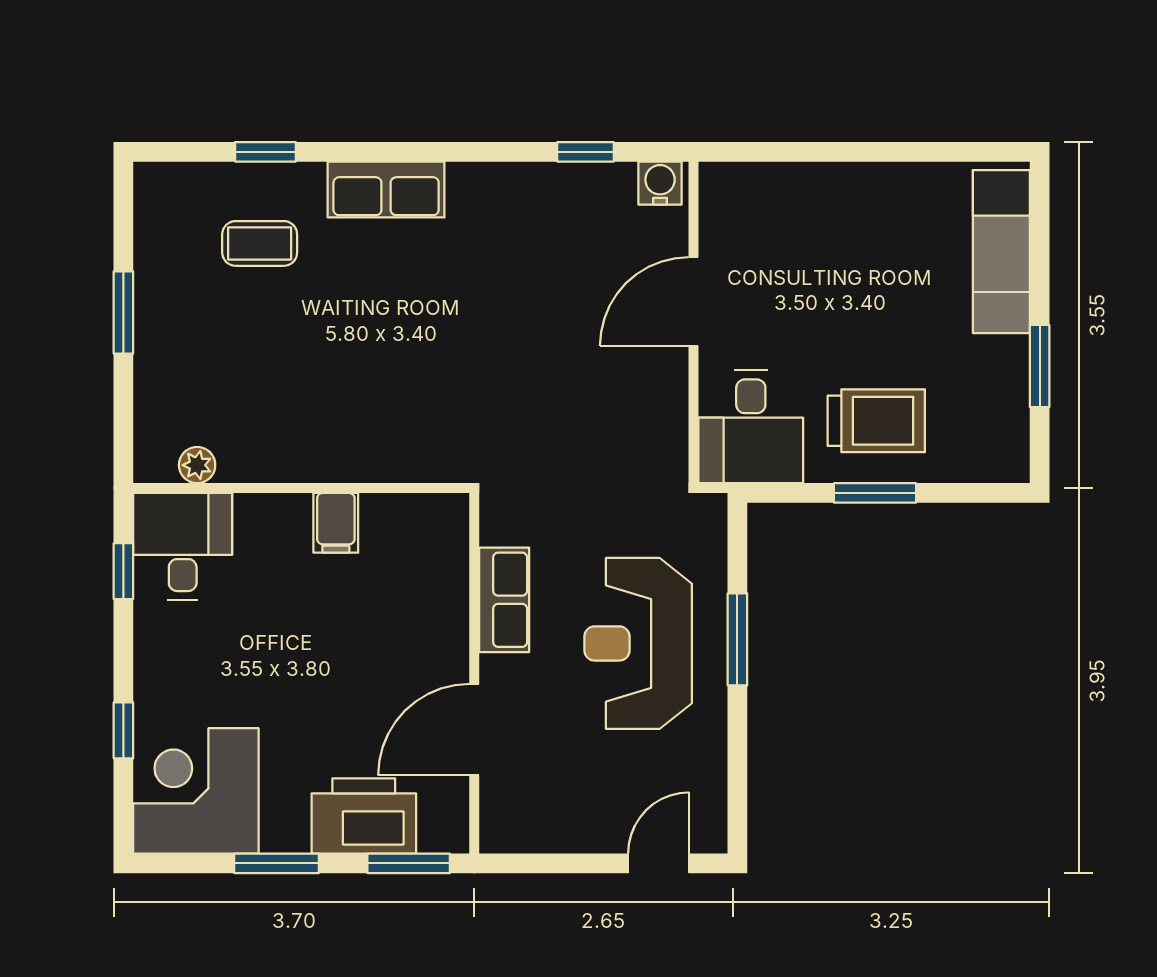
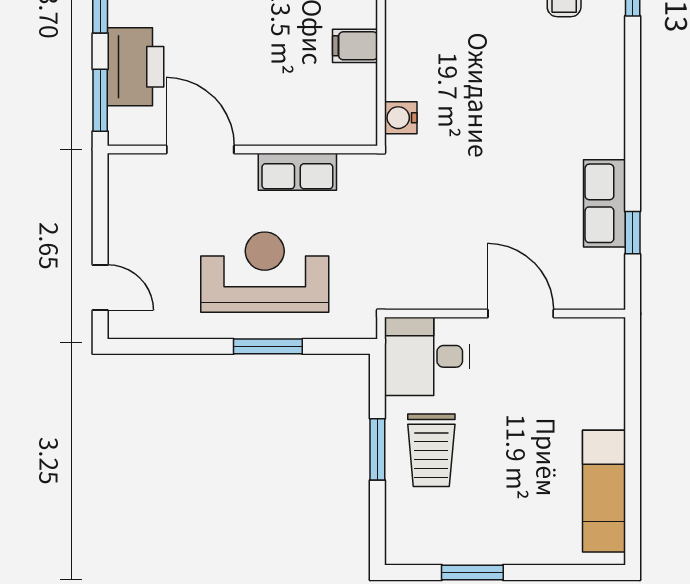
water cooler: (660, 183) -> (401, 118), moved, turned 180
row of seats: (386, 190) -> (604, 203), moved
exam couch: (1001, 252) -> (604, 491), moved, turned -90

